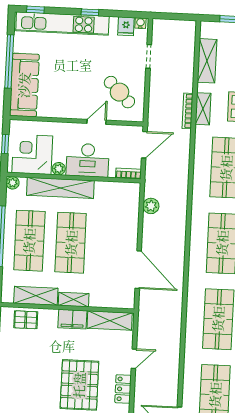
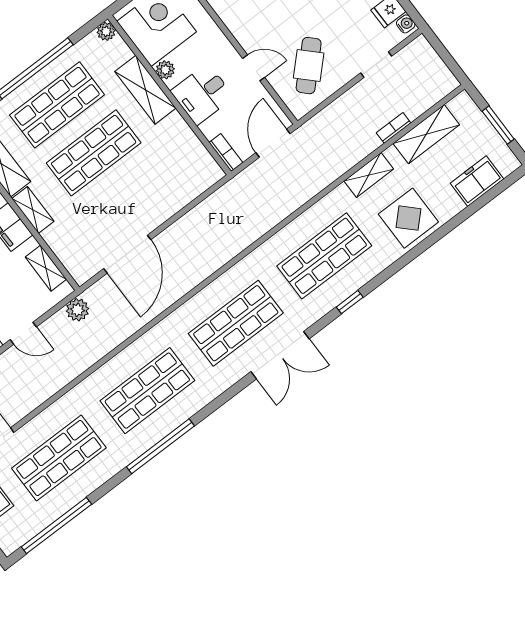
bookcase: (188, 111) -> (394, 128), moved, width x0.64
door: (144, 145) -> (273, 143), swing flipped
desk: (88, 160) -> (202, 94), width x0.73
shelving: (60, 188) -> (145, 90), width x0.68
plant: (151, 206) -> (77, 310), moved
shelving: (110, 321) -> (46, 268), width x0.67, depth x0.75

